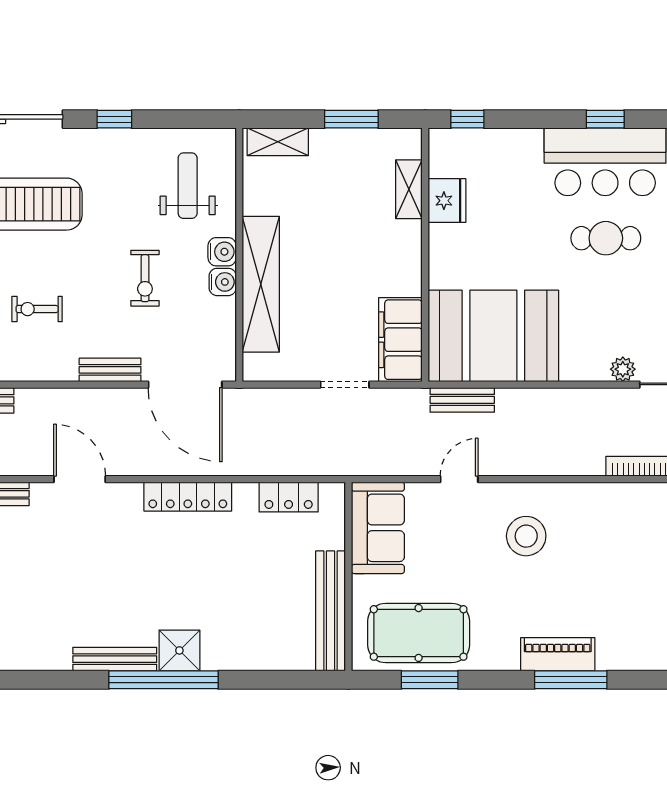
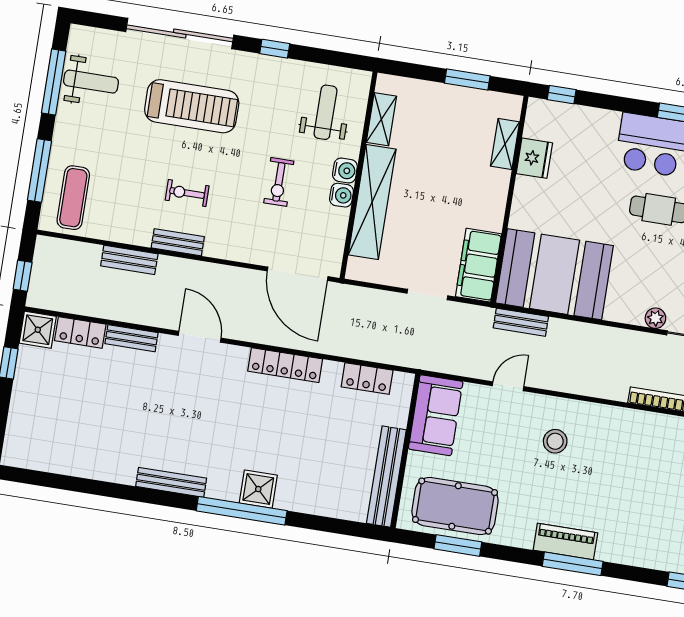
shelving: (278, 142) -> (381, 119), moved, turned 90
bench: (110, 370) -> (178, 242), moved
stool: (526, 536) -> (555, 441), width x0.73, depth x0.73
bench: (115, 659) -> (171, 482), moved

